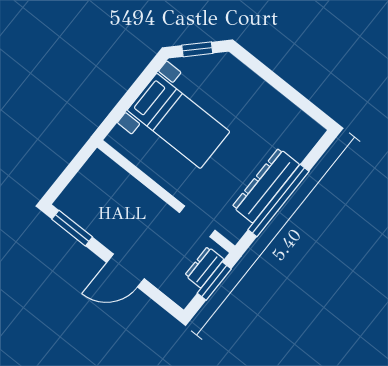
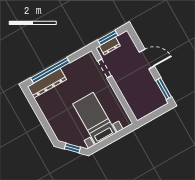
dresser: (266, 186) -> (47, 83), moved
window: (279, 200) -> (50, 70), moved

